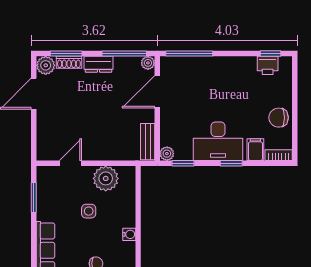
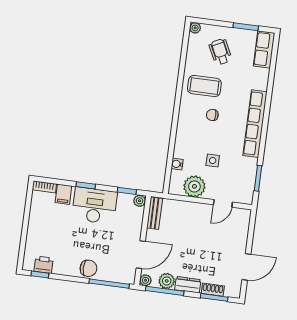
plant: (46, 65) -> (167, 281), moved
chair: (279, 118) -> (88, 268), moved
water cooler: (129, 234) -> (177, 164), moved

